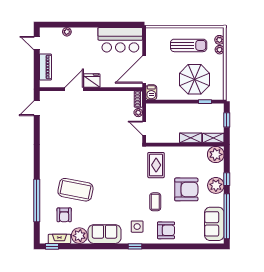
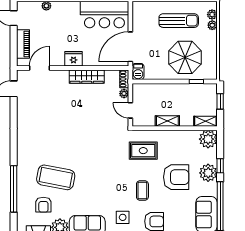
door: (74, 89) -> (40, 68), moved
wardrobe: (104, 97) -> (87, 77), added
shelving: (191, 138) -> (167, 121), moved
rug: (156, 165) -> (143, 151), turned 90

